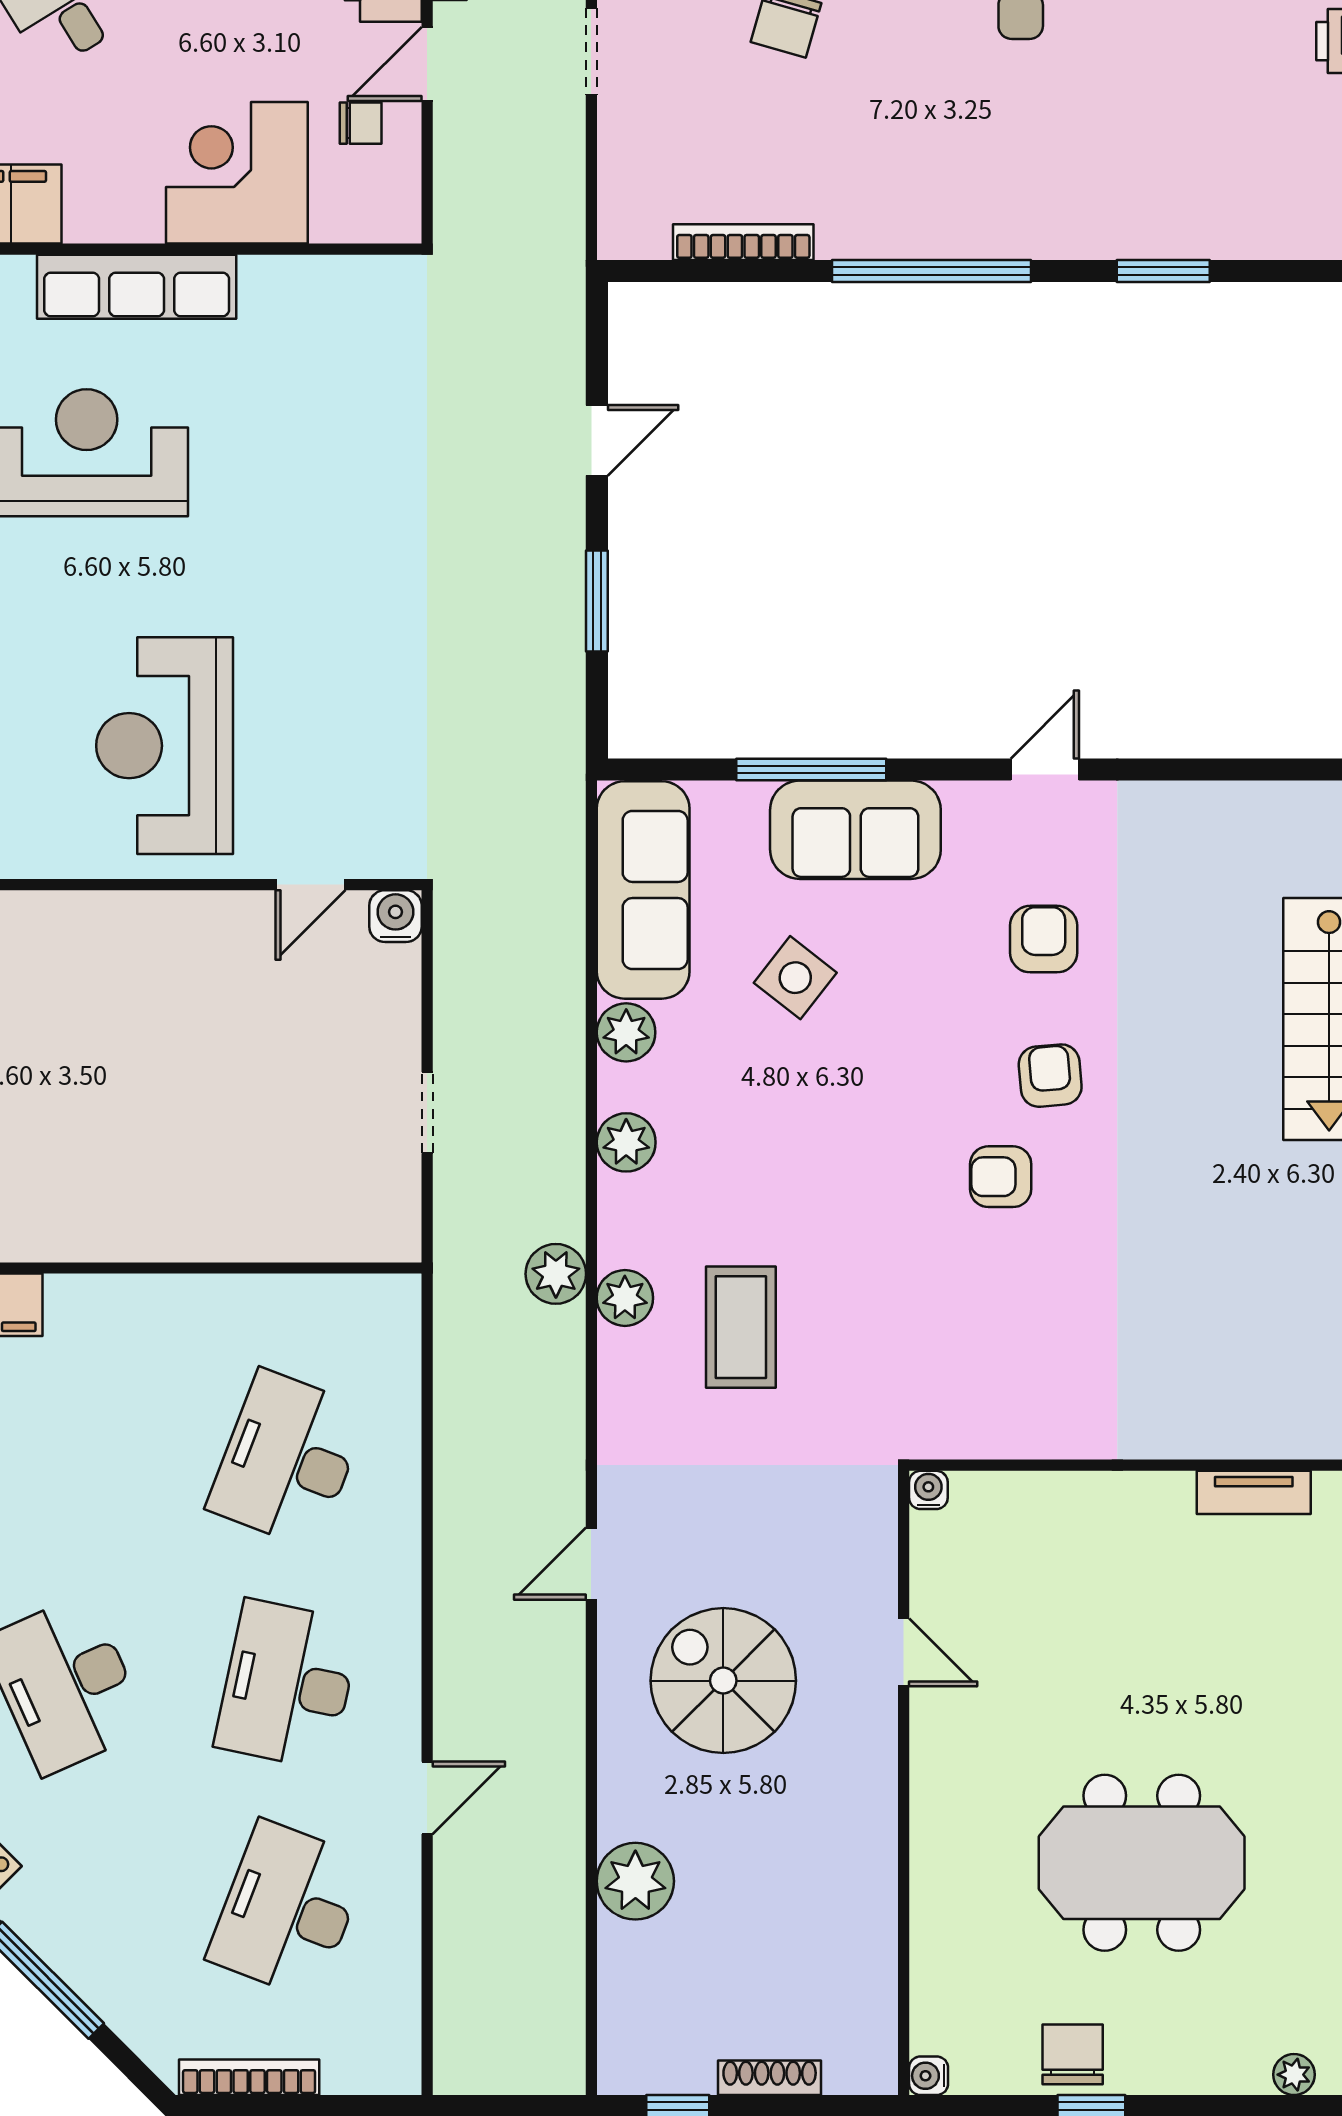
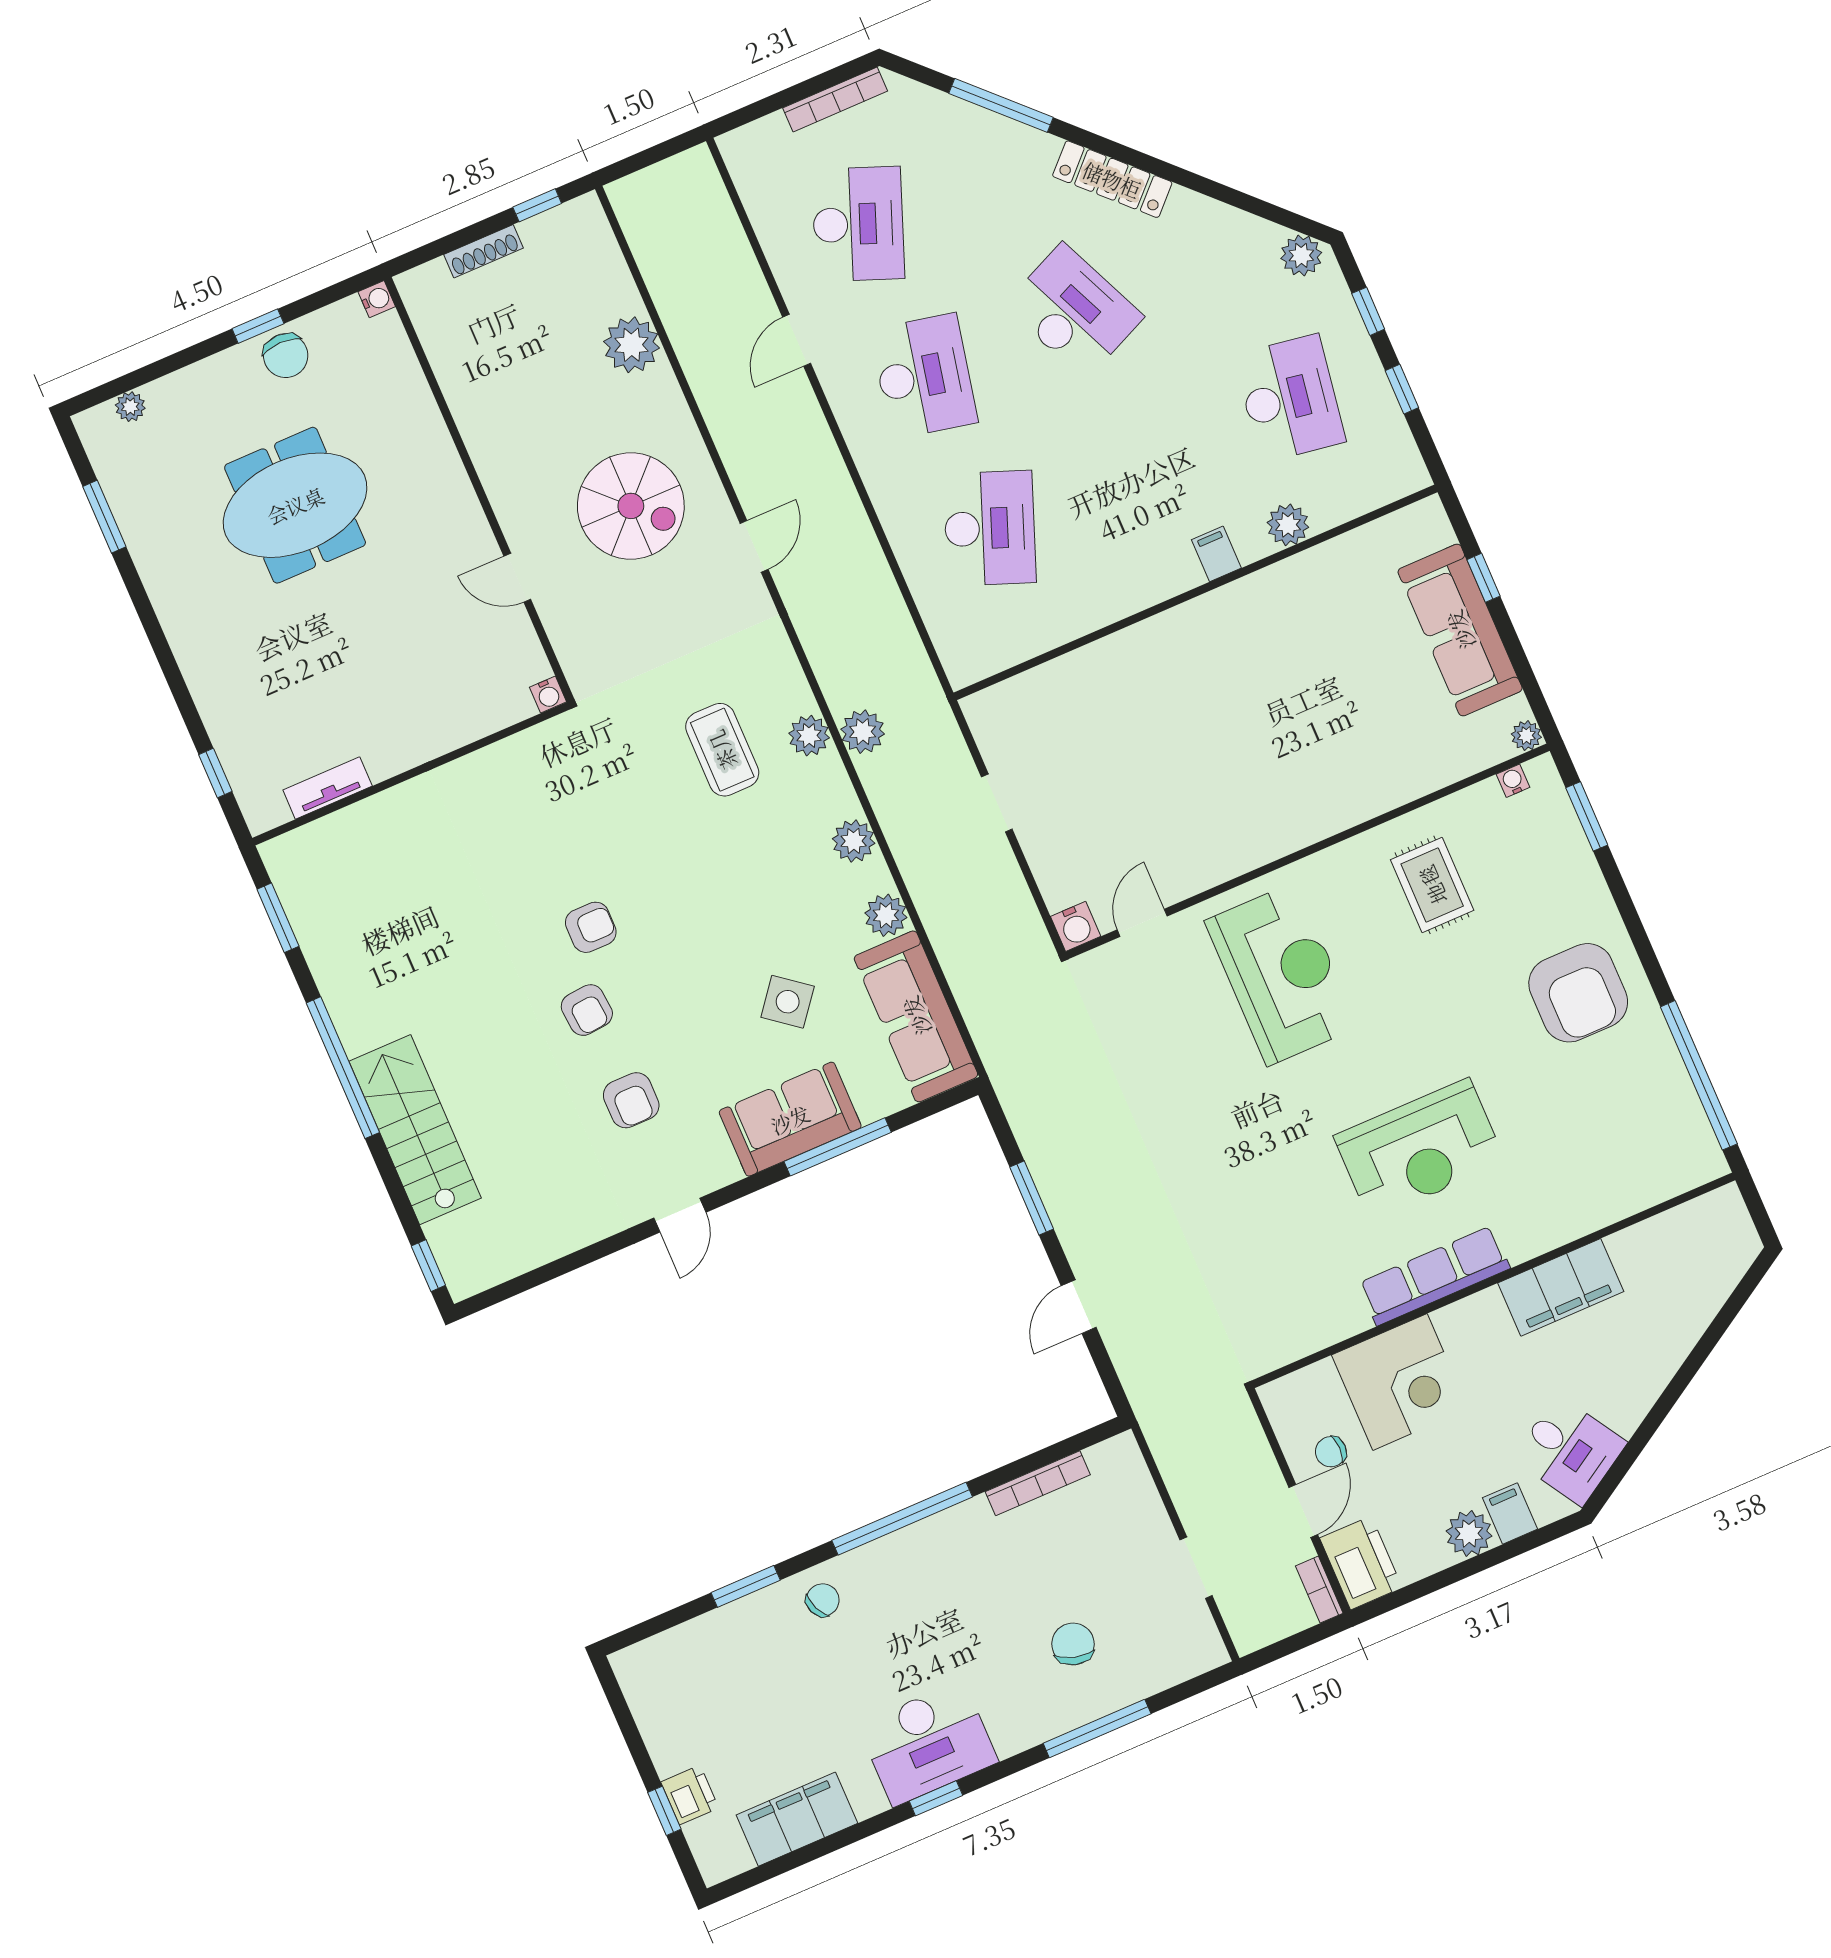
chair: (1075, 212) -> (823, 1600), added

